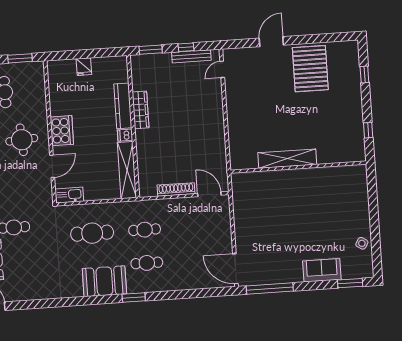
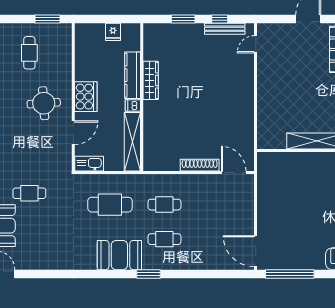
kitchen counter: (123, 106) -> (133, 75), moved
wardrobe: (141, 110) -> (151, 80), moved
wall: (133, 126) -> (142, 97), moved
dishwasher: (125, 135) -> (133, 106), moved
shelving: (127, 170) -> (132, 142), moved

